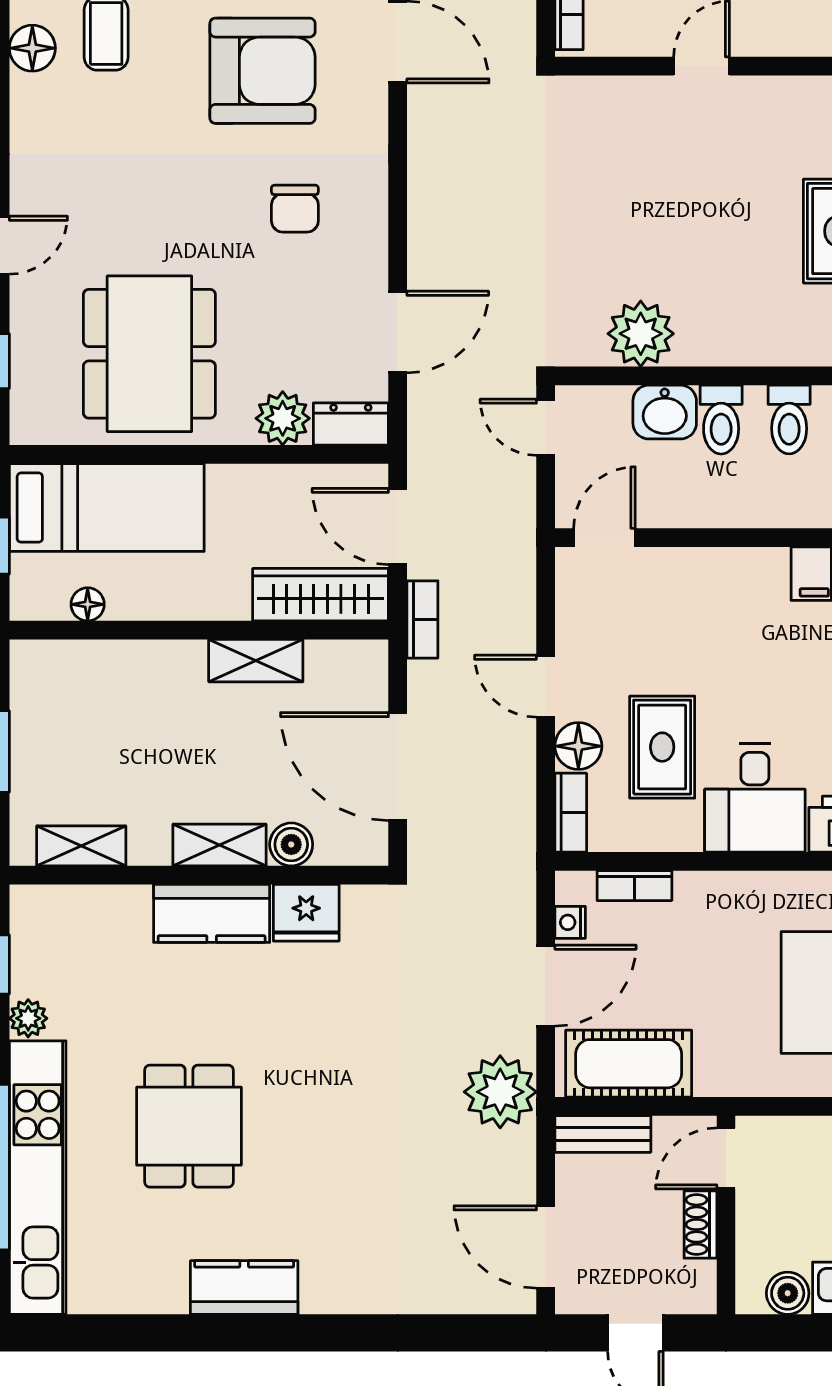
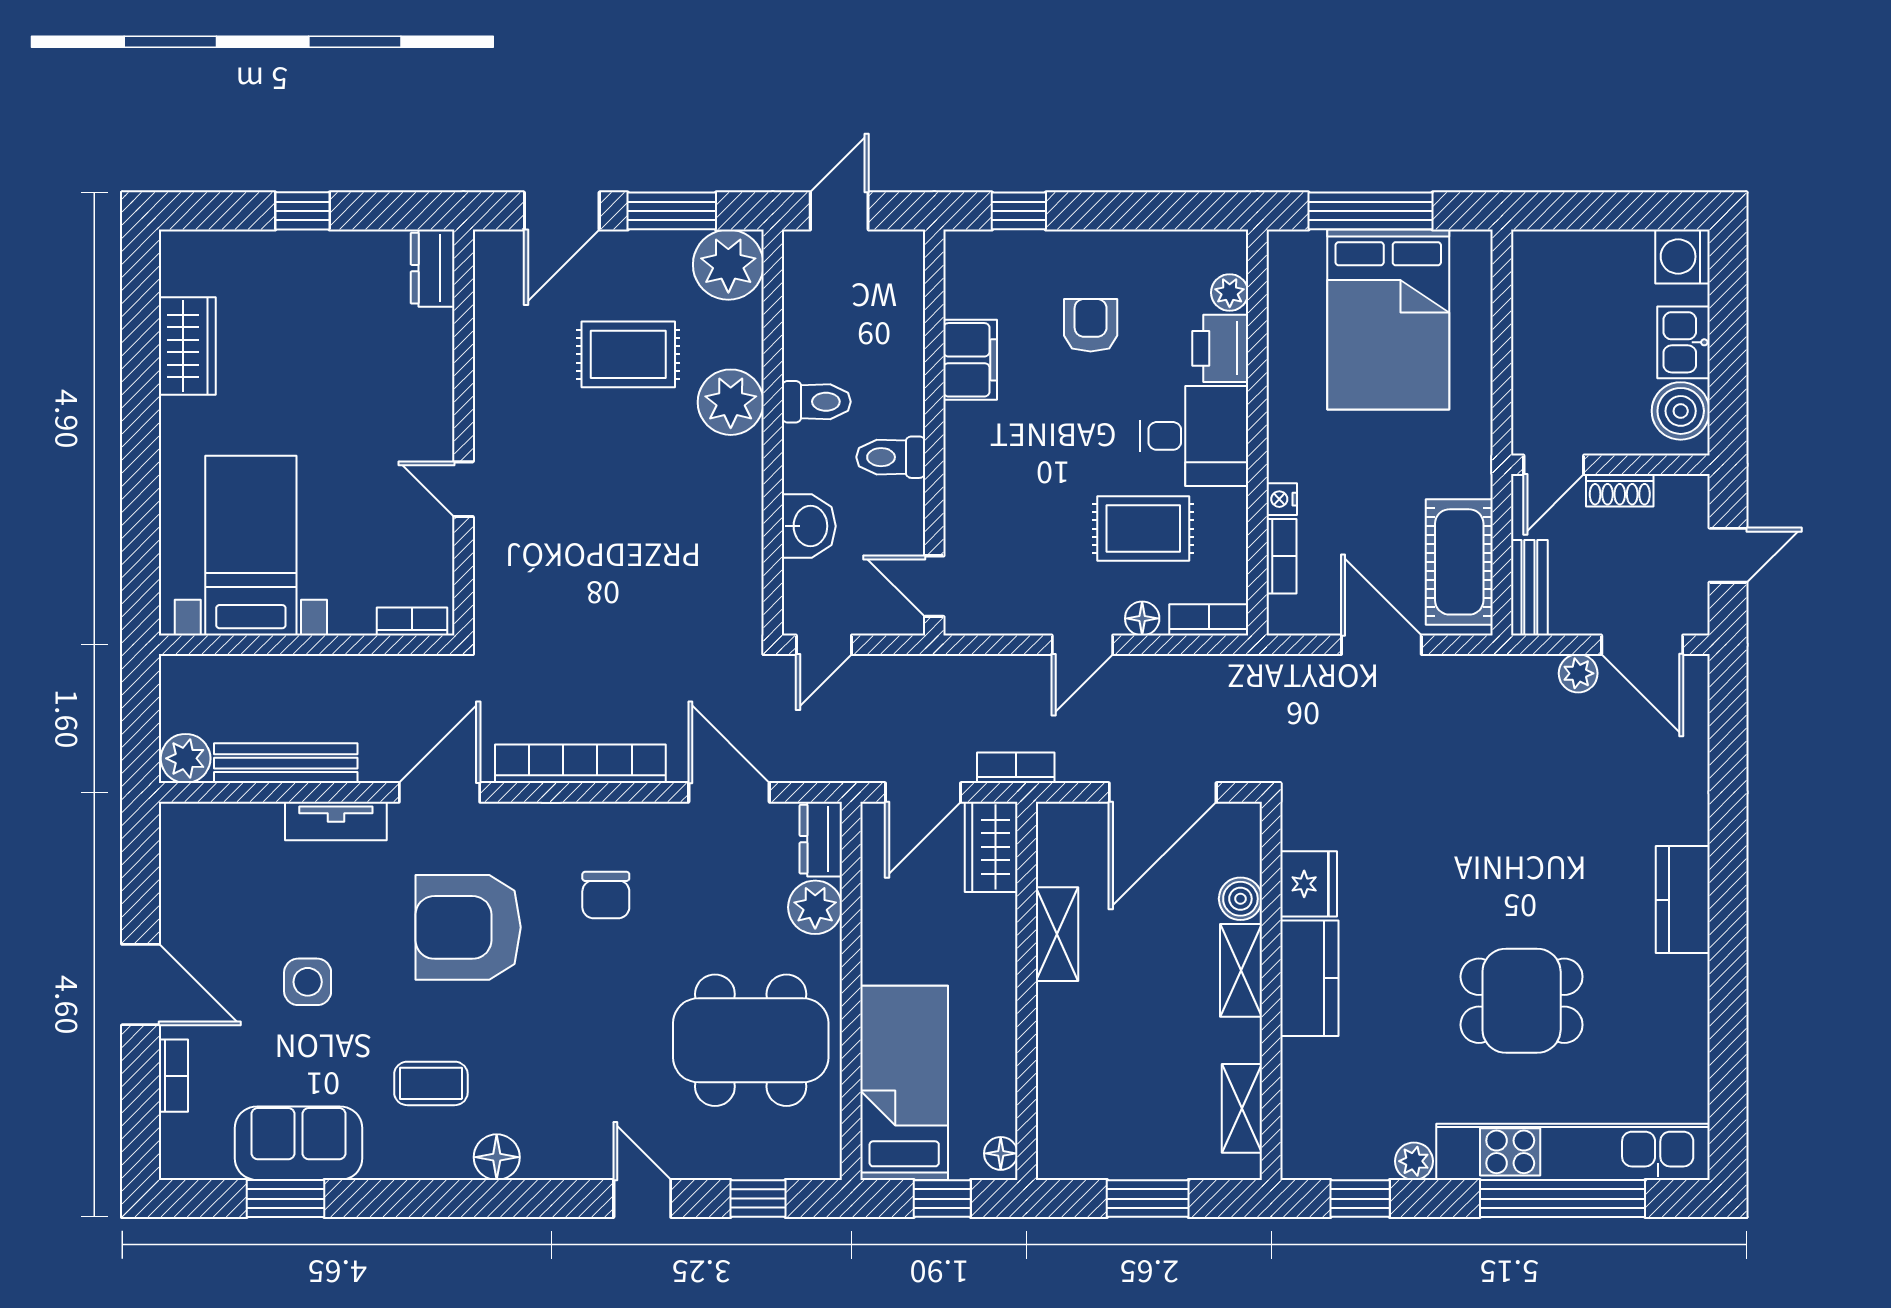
floor lamp: (32, 48) -> (497, 1157), moved
armchair: (262, 71) -> (468, 927), turned -90
bookcase: (426, 183) -> (580, 764), added
chair: (295, 209) -> (606, 895), turned 90
plant: (641, 334) -> (731, 402), moved
toilet: (721, 420) -> (891, 457), moved, turned 180
wardrobe: (321, 595) -> (991, 847), width x0.67
floor lamp: (88, 604) -> (1001, 1153), moved
floor lamp: (578, 746) -> (1142, 618), width x0.73, depth x0.73
nightstand: (570, 922) -> (1282, 499), moved, turned 90
plant: (500, 1092) -> (1578, 673), moved, width x0.53, depth x0.53
door: (726, 1158) -> (1554, 465), hinge flipped
door: (546, 1247) -> (1642, 645), hinge flipped
kitchen counter: (244, 1288) -> (1683, 900), moved
boiler: (788, 1293) -> (1681, 411), width x1.36, depth x1.36

